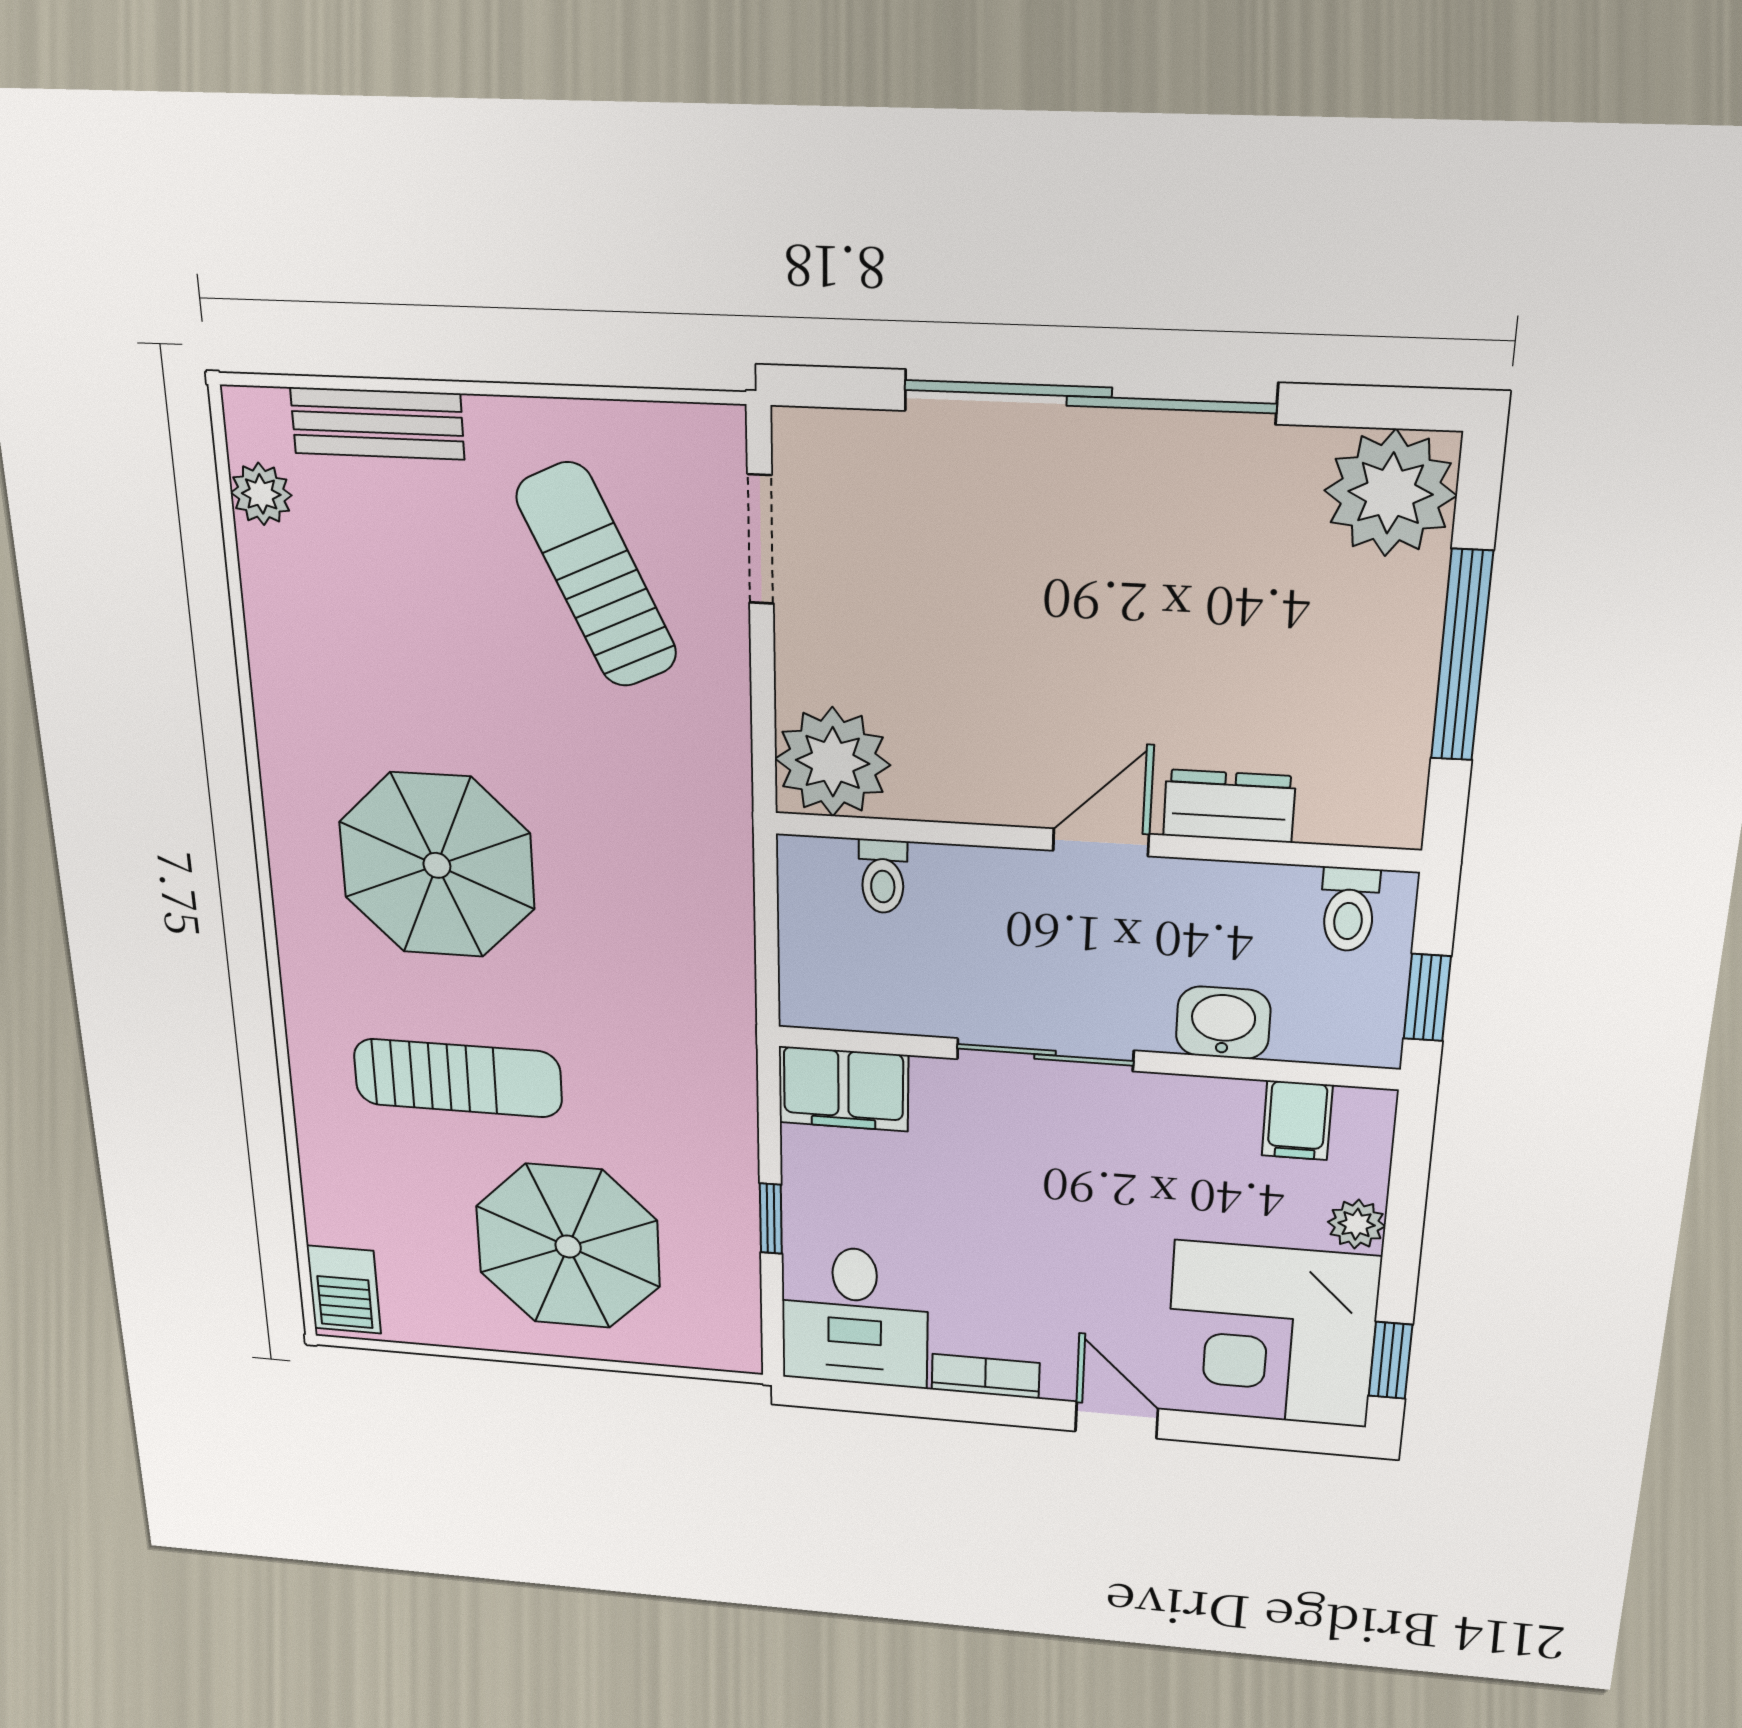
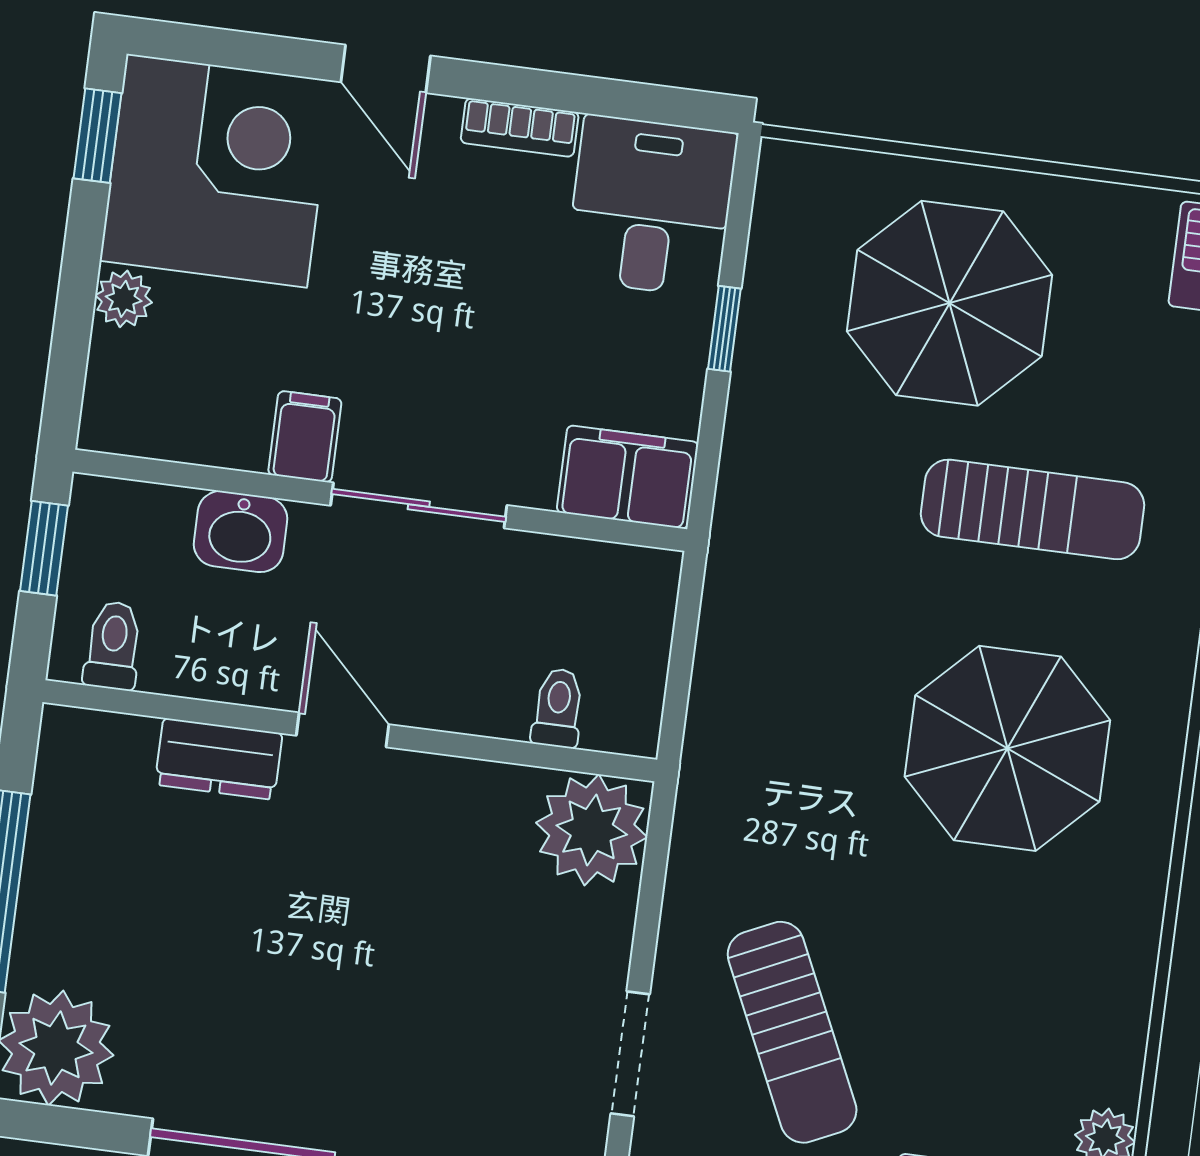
door: (1101, 842) -> (343, 730), swing flipped
sun lounger: (458, 1078) -> (1032, 509), turned 180
filing cabinet: (1297, 1120) -> (305, 437), moved

